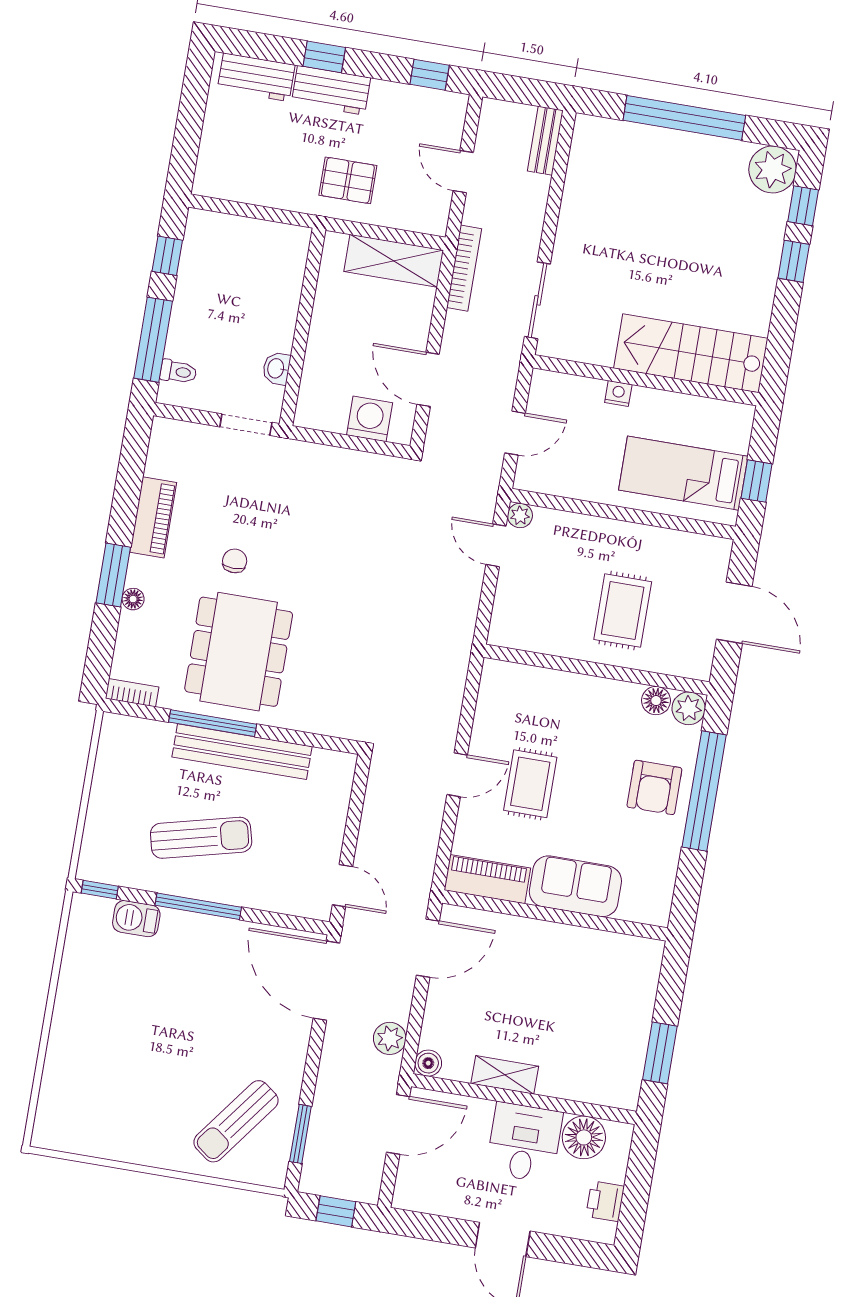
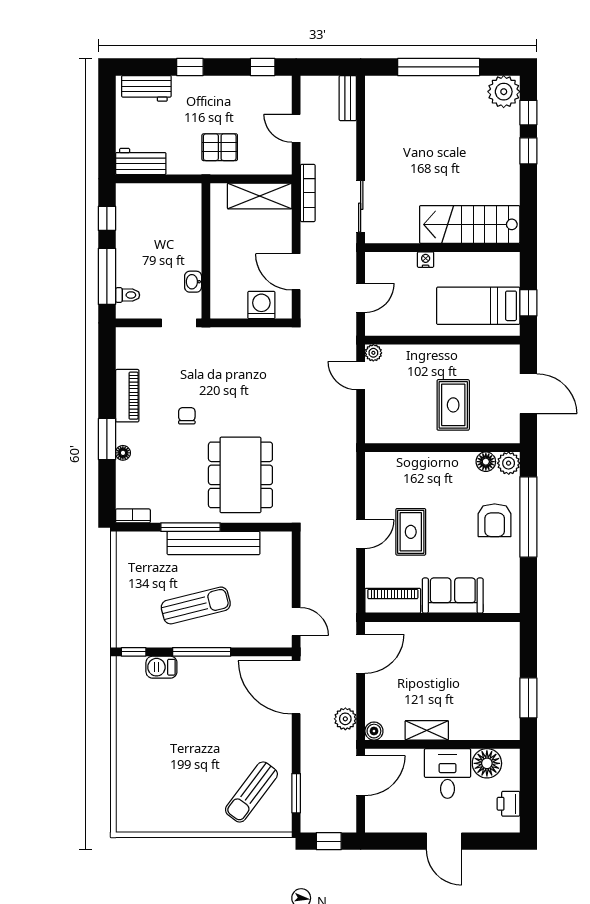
workbench: (331, 90) -> (141, 161), moved, turned 180
dining table: (239, 652) -> (240, 475), moved

